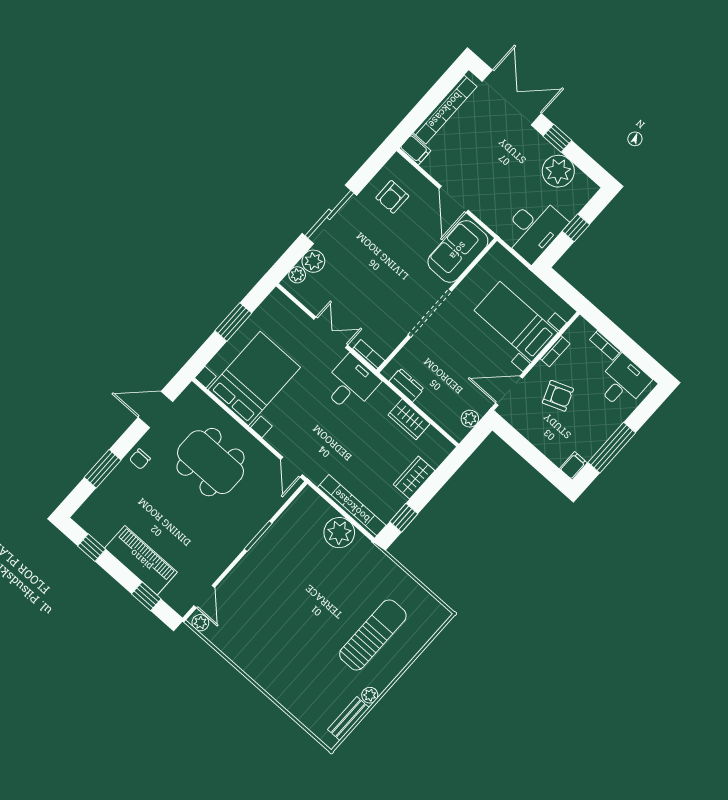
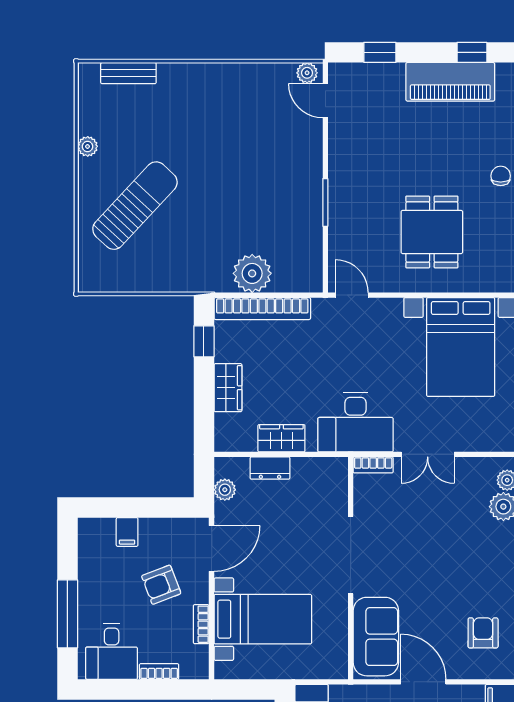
desk: (350, 384) -> (356, 422), width x1.37
dresser: (407, 385) -> (270, 468), moved
window: (612, 448) -> (67, 614), moved
dining table: (210, 462) -> (432, 232), width x0.73
filing cabinet: (573, 466) -> (127, 532), moved
piano: (141, 560) -> (450, 82), moved
sun lounger: (373, 635) -> (135, 206), turned -137
bench: (348, 718) -> (128, 73), moved, turned 90

